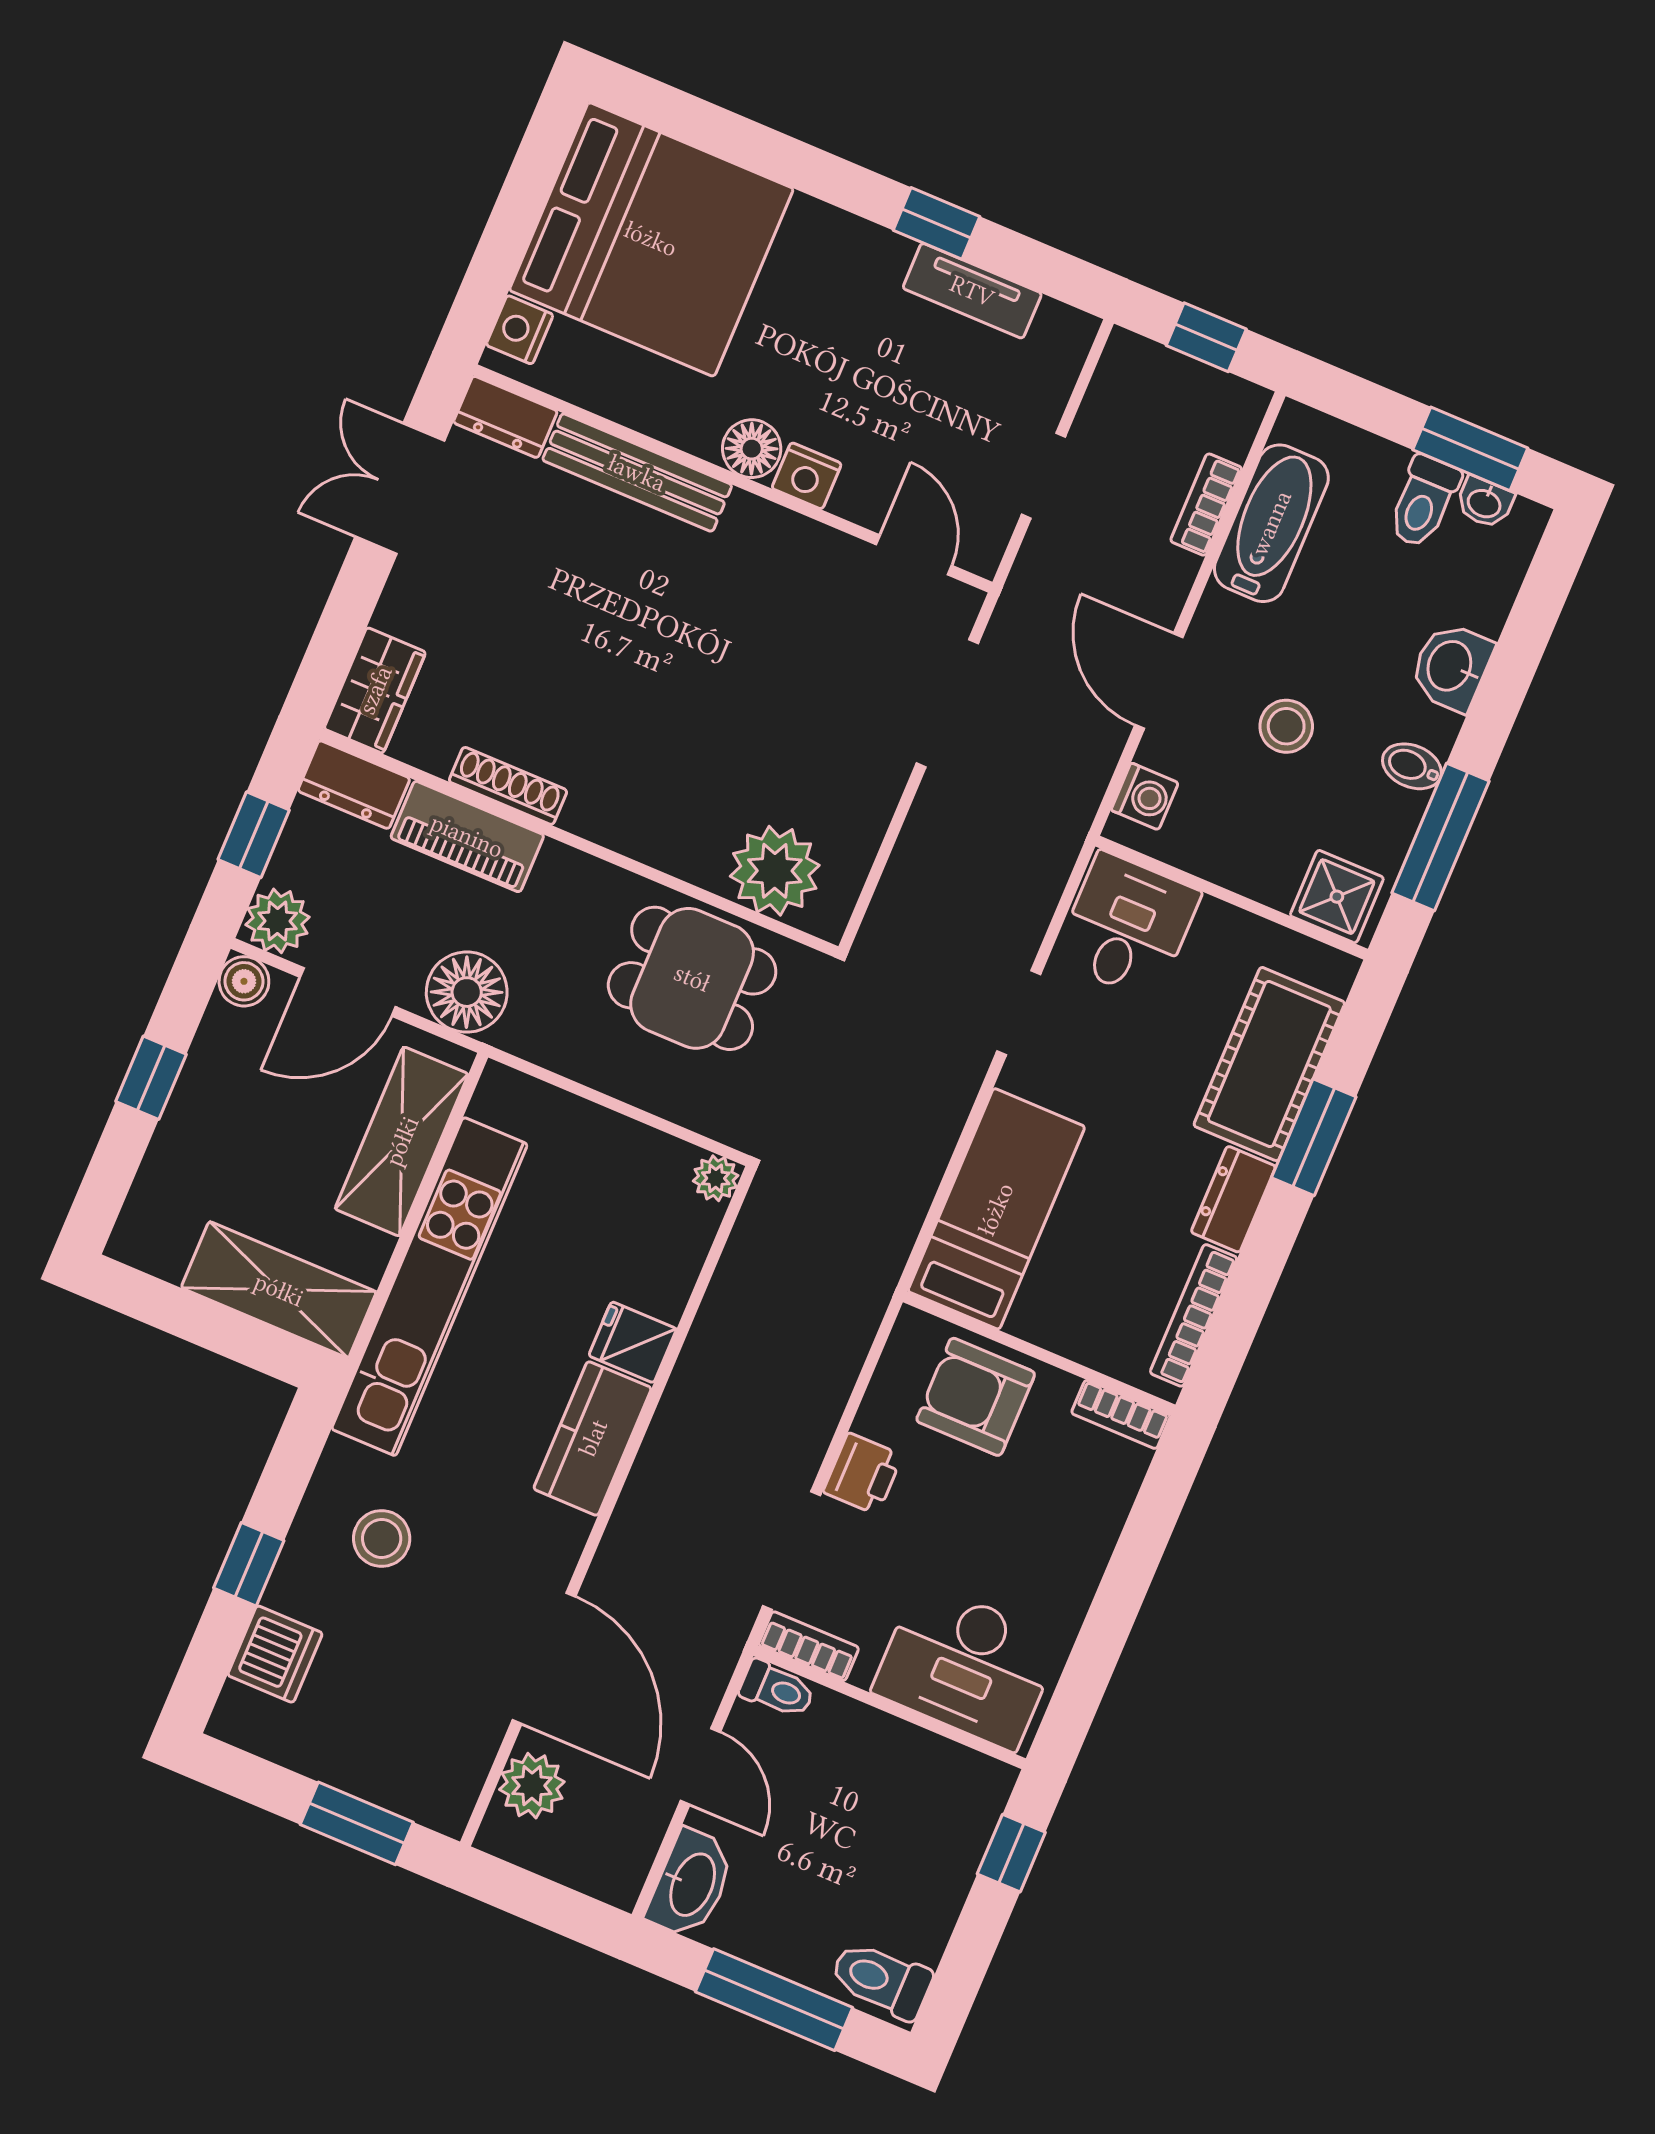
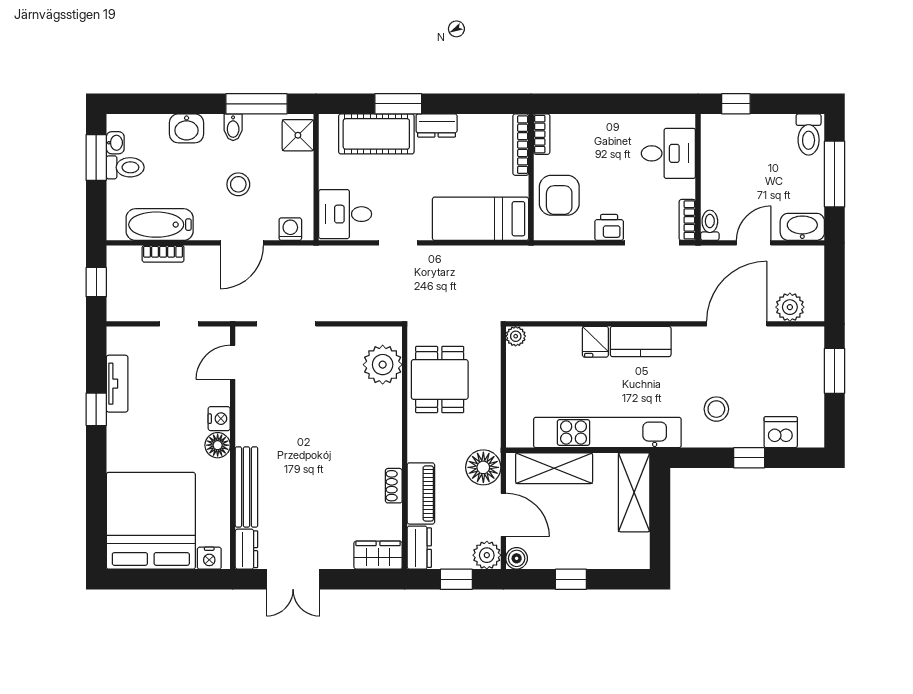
shoe rack: (508, 786) -> (394, 486), width x0.70
bookcase: (1194, 1315) -> (521, 145), moved, turned 90
desk: (967, 1666) -> (668, 153), width x0.73

